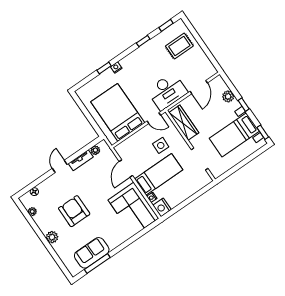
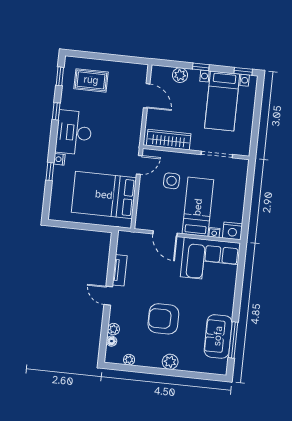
rug: (179, 46) -> (91, 80), turned 90
desk: (167, 91) -> (74, 133), moved, turned 180
plant: (95, 150) -> (113, 329), moved

